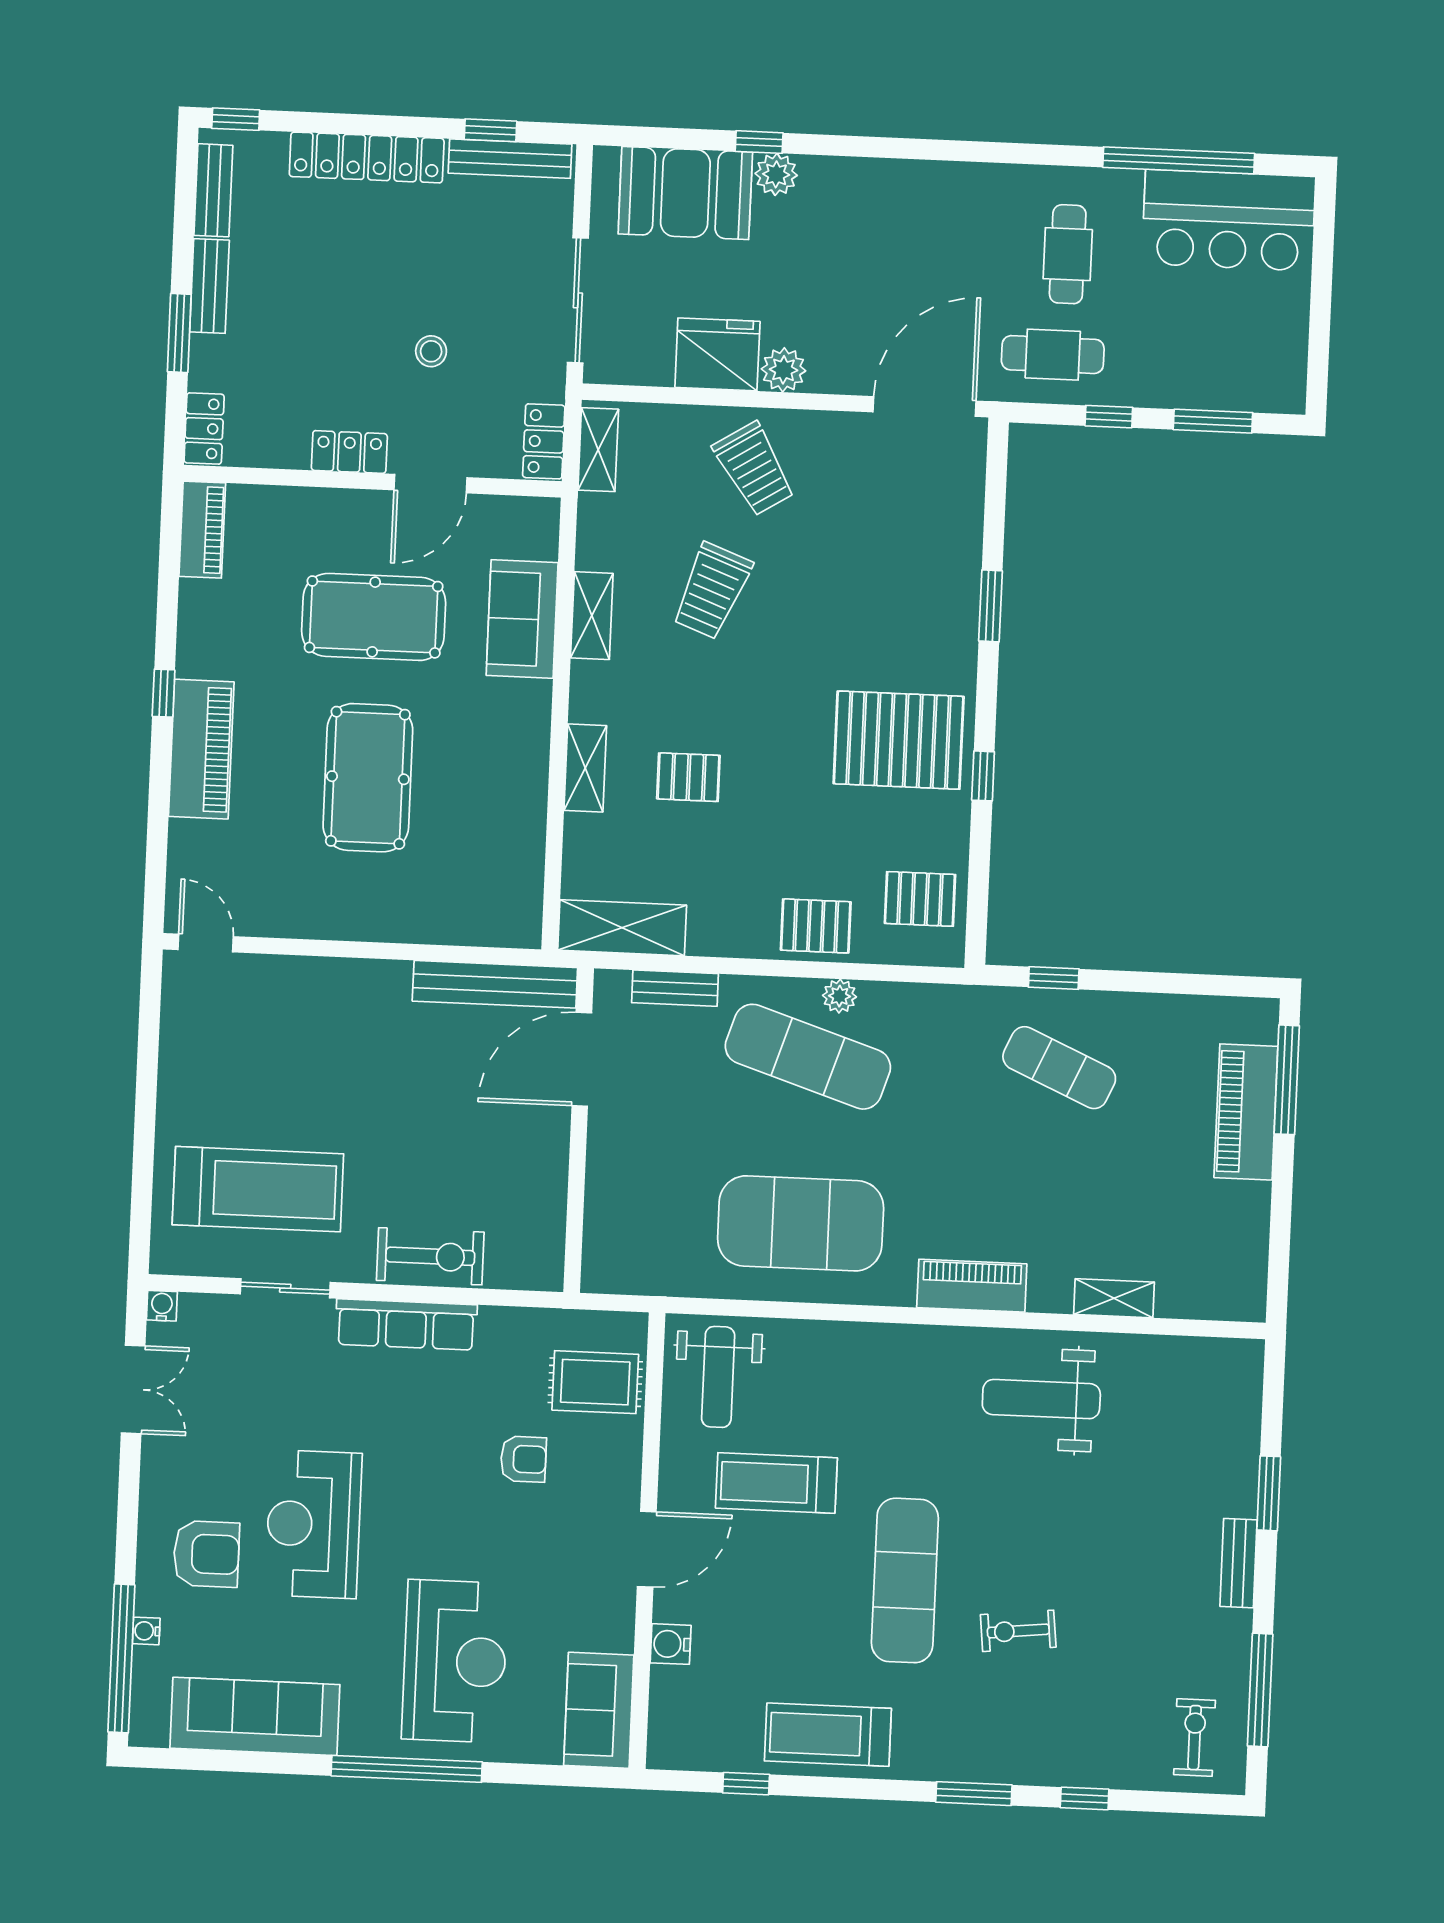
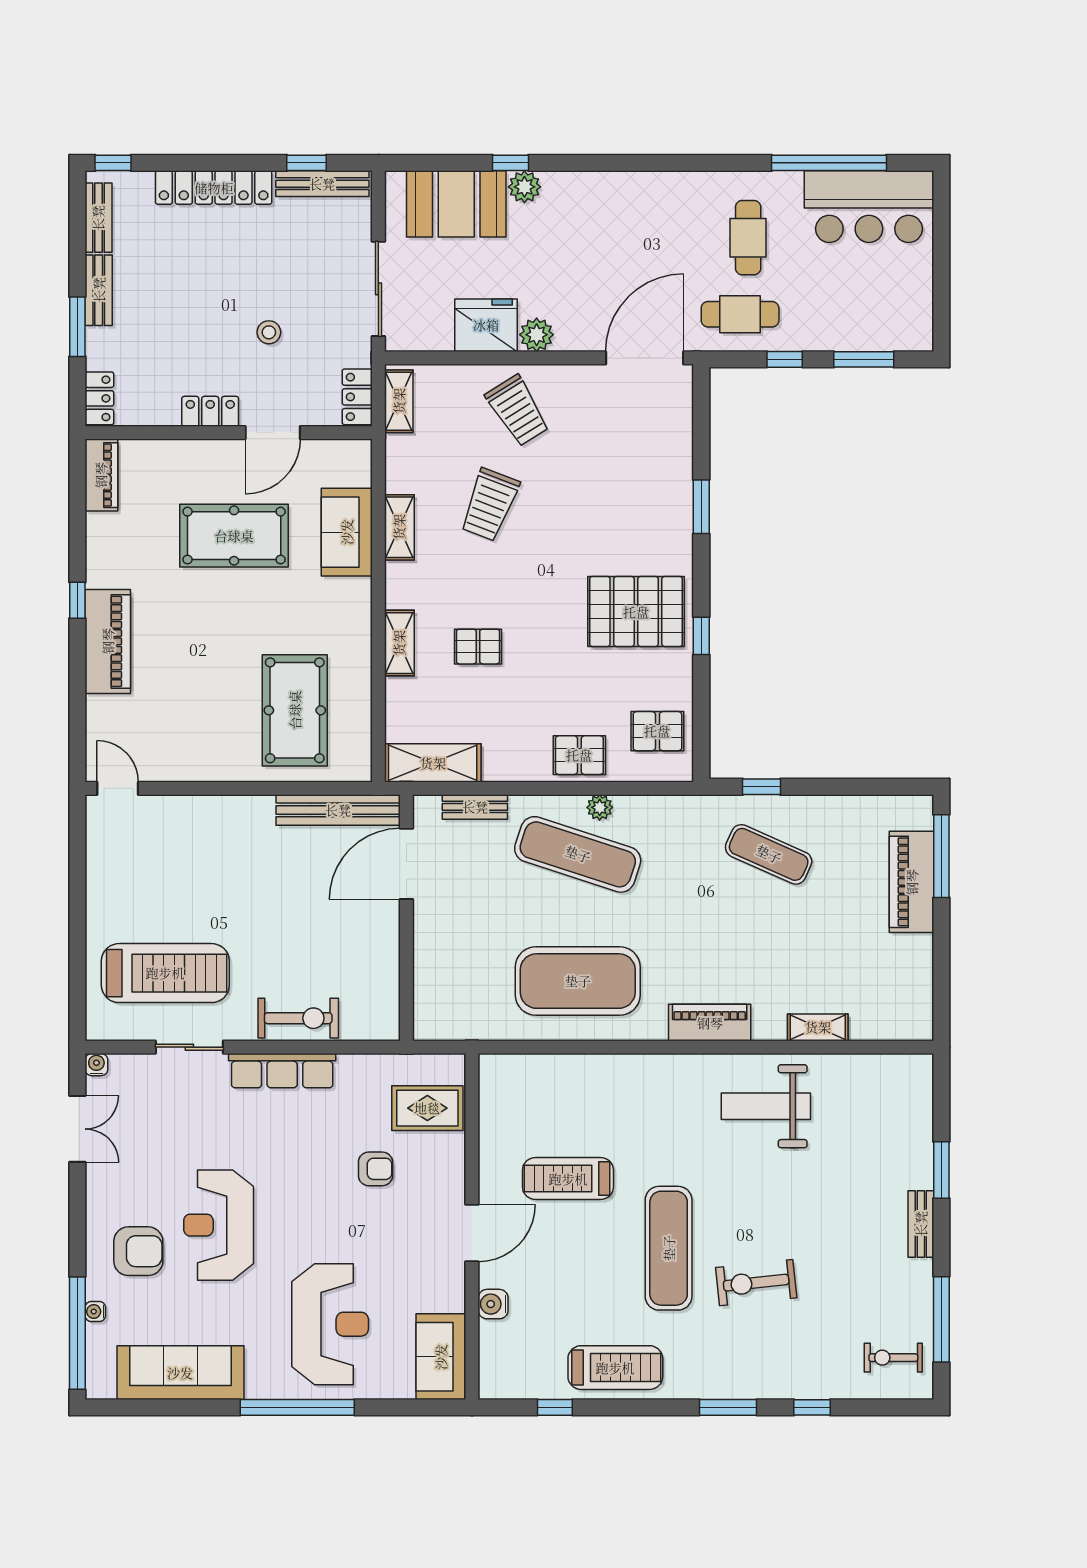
pool table: (368, 778) -> (295, 710), moved
weight bench: (718, 1377) -> (520, 1100), removed
exercise bike: (1018, 1631) -> (756, 1283), width x1.38, depth x1.39
treadmill: (828, 1735) -> (615, 1368), turned 180
exercise bike: (1195, 1738) -> (893, 1358), turned -90

